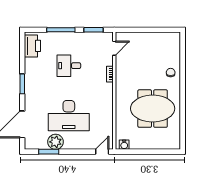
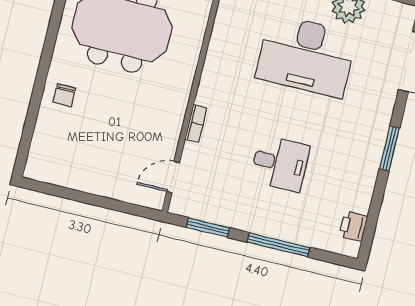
printer: (32, 46) -> (353, 226), width x0.53, depth x0.68
desk: (69, 116) -> (306, 56), turned 180

